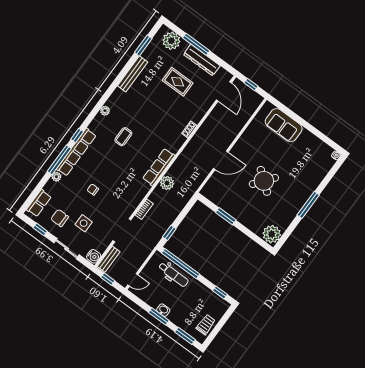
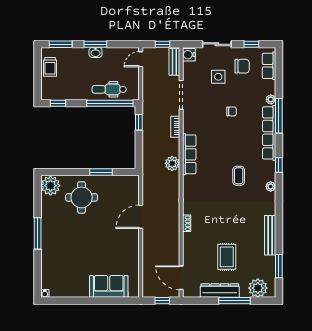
rug: (178, 82) -> (227, 257), turned 90
window: (77, 136) -> (279, 165), moved
row of seats: (159, 167) -> (189, 154), moved
round table: (264, 181) -> (82, 197), moved, turned -38

